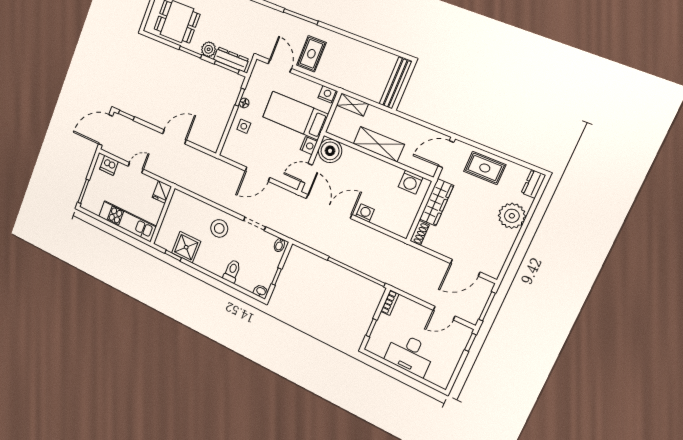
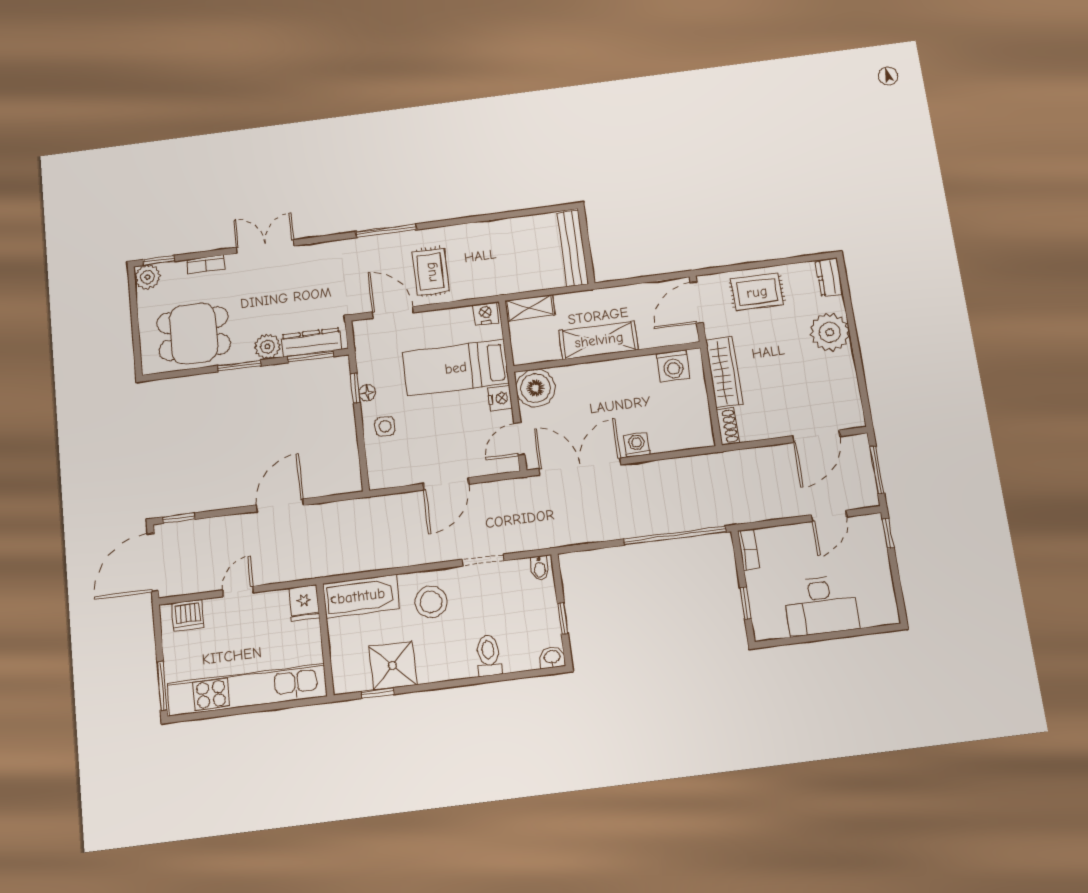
bathtub: (189, 205) -> (361, 596), added
kitchen unit: (127, 221) -> (247, 690), width x1.36

